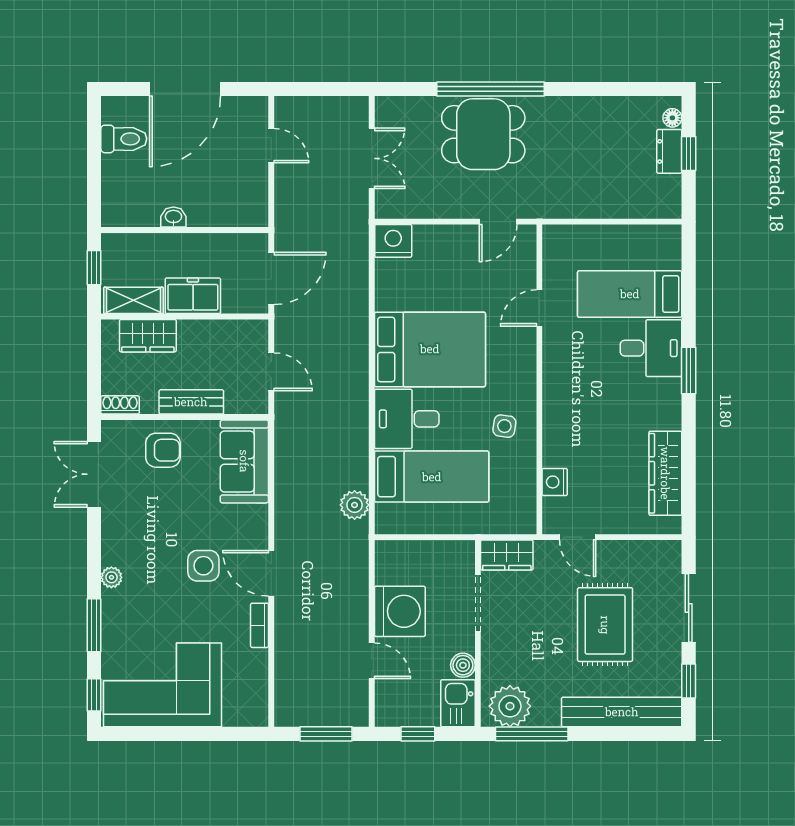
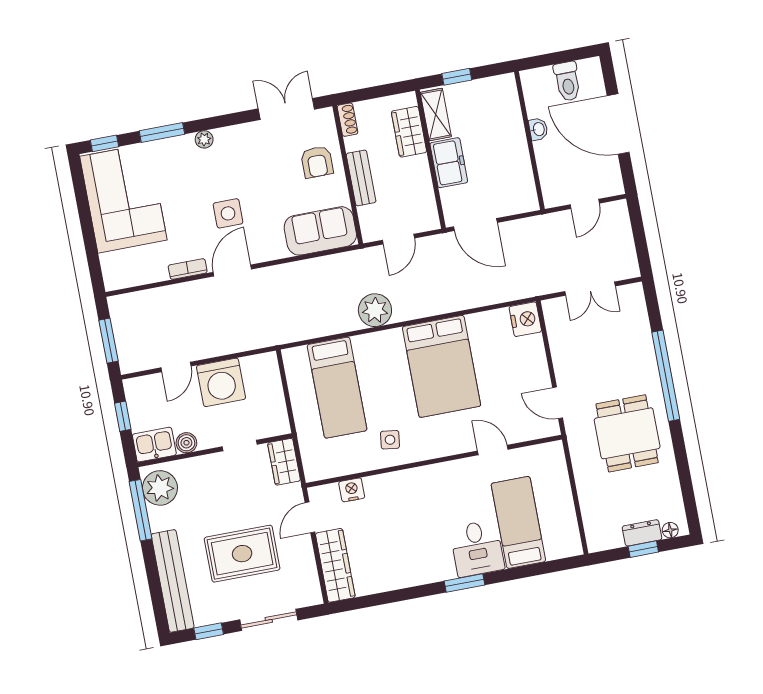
dining table: (483, 134) -> (627, 433), moved
washbasin: (173, 217) -> (538, 129), moved
wall: (185, 230) -> (529, 140), moved
desk: (407, 419) -> (381, 358), removed
wardrobe: (665, 473) -> (335, 565), moved, turned 90
plant: (355, 505) -> (375, 310), moved, width x1.36, depth x1.36
doorway: (478, 603) -> (240, 445), width x0.73

